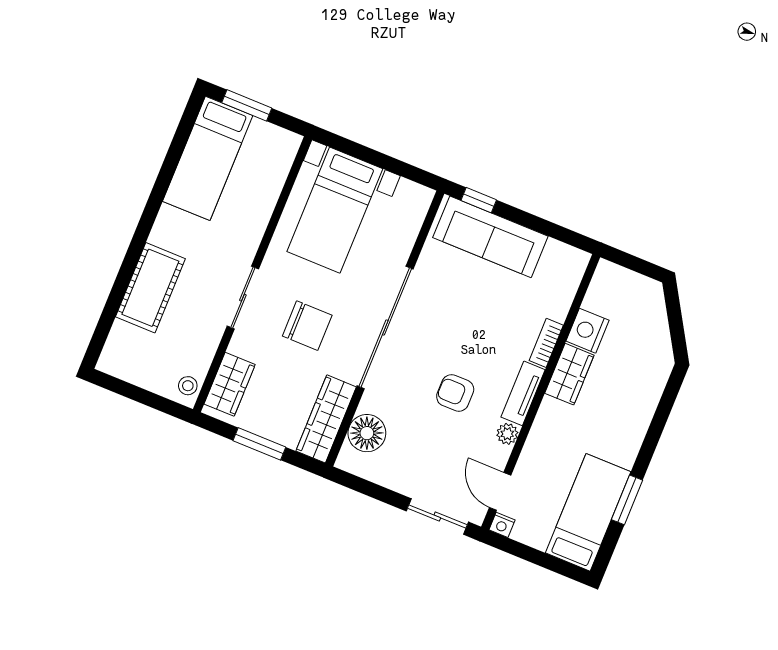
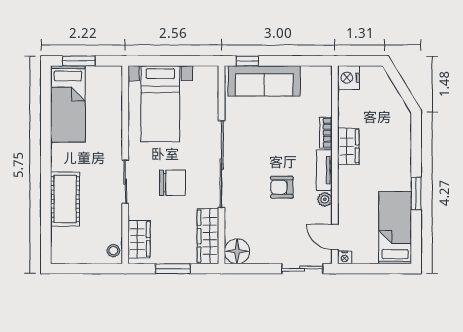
nightstand: (588, 331) -> (349, 78), moved
floor lamp: (367, 433) -> (237, 251), moved
window: (627, 500) -> (416, 193), moved

